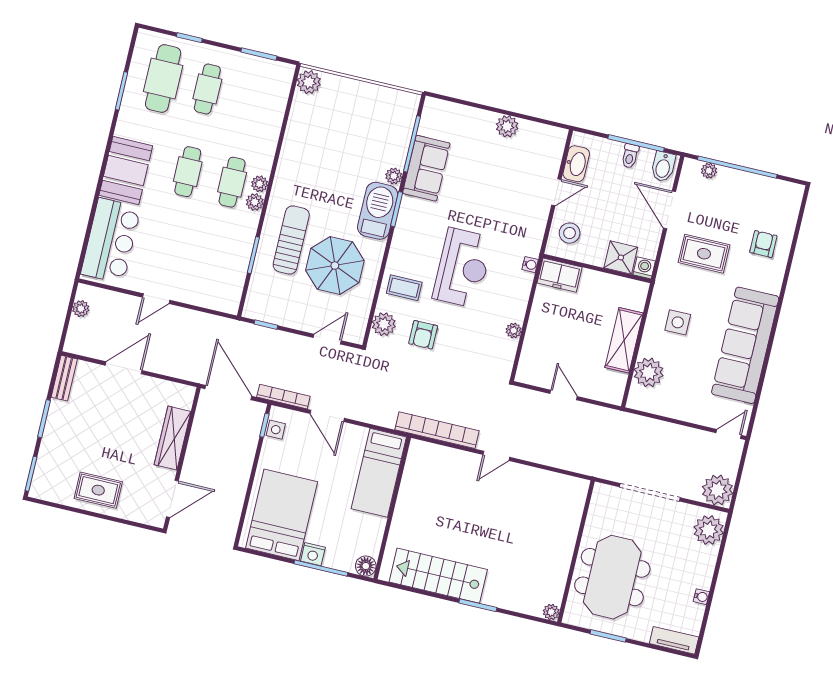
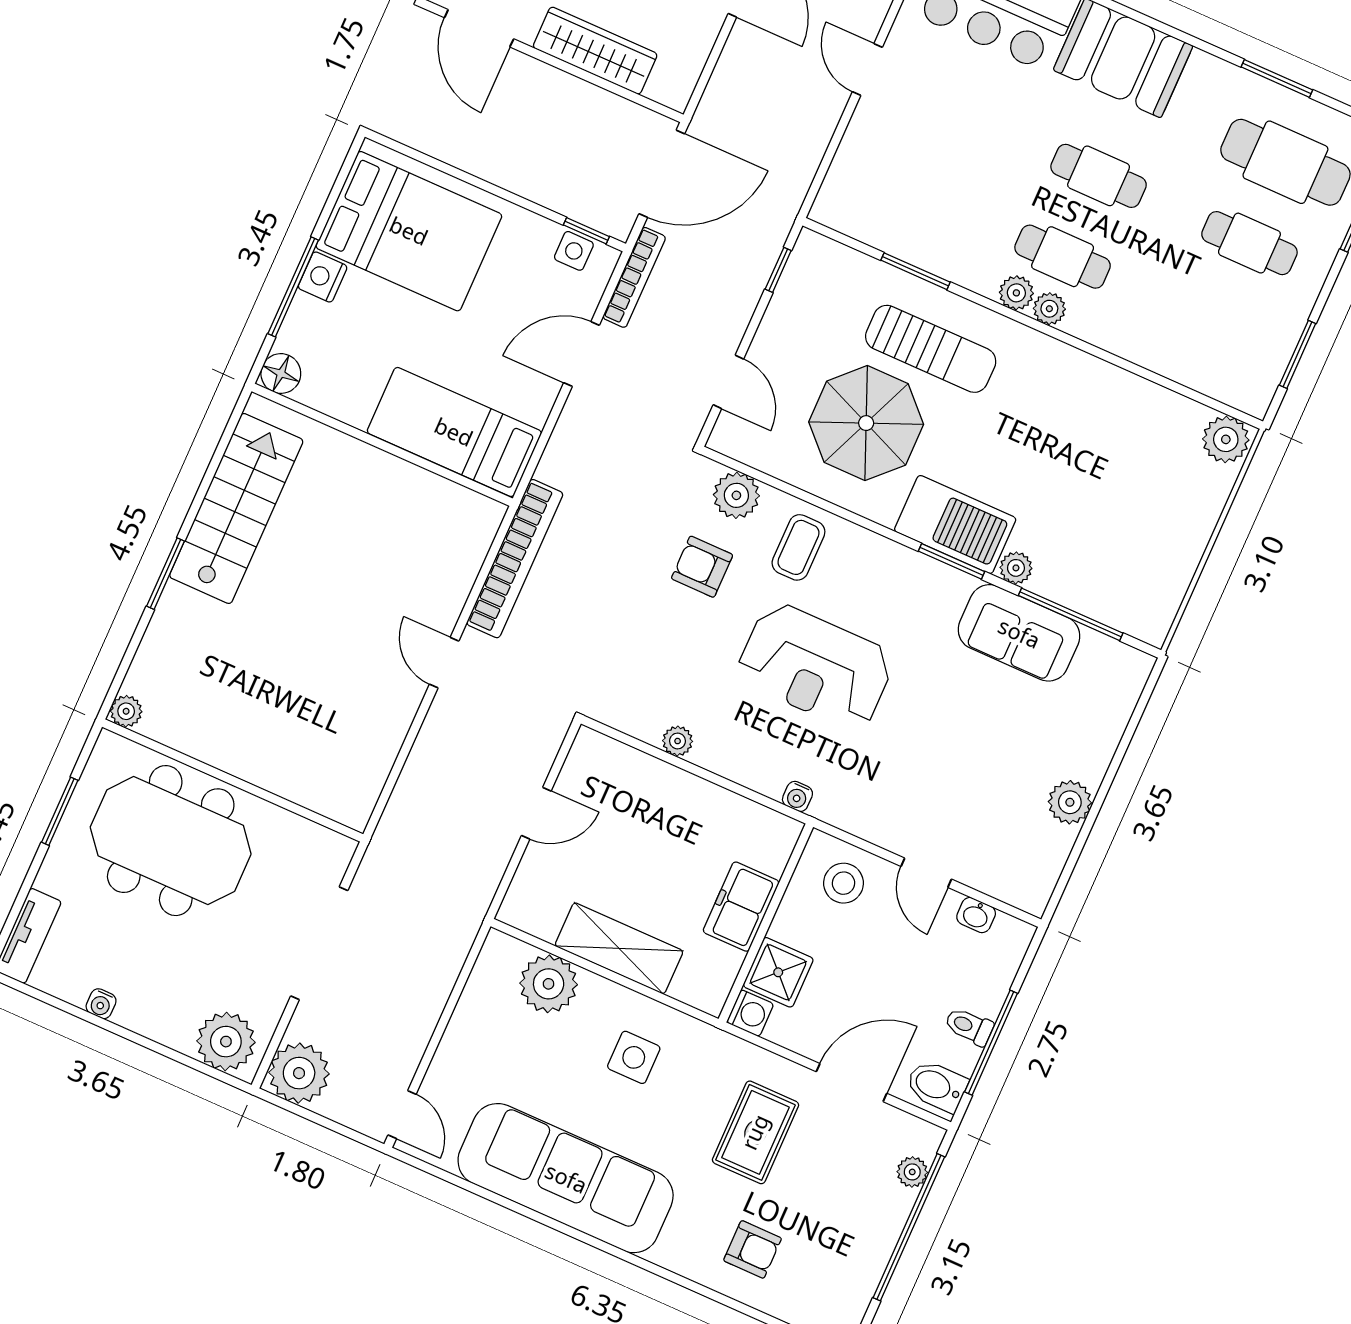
washbasin: (576, 164) -> (976, 915), width x0.52, depth x0.69
freezer: (560, 275) -> (741, 907), moved

